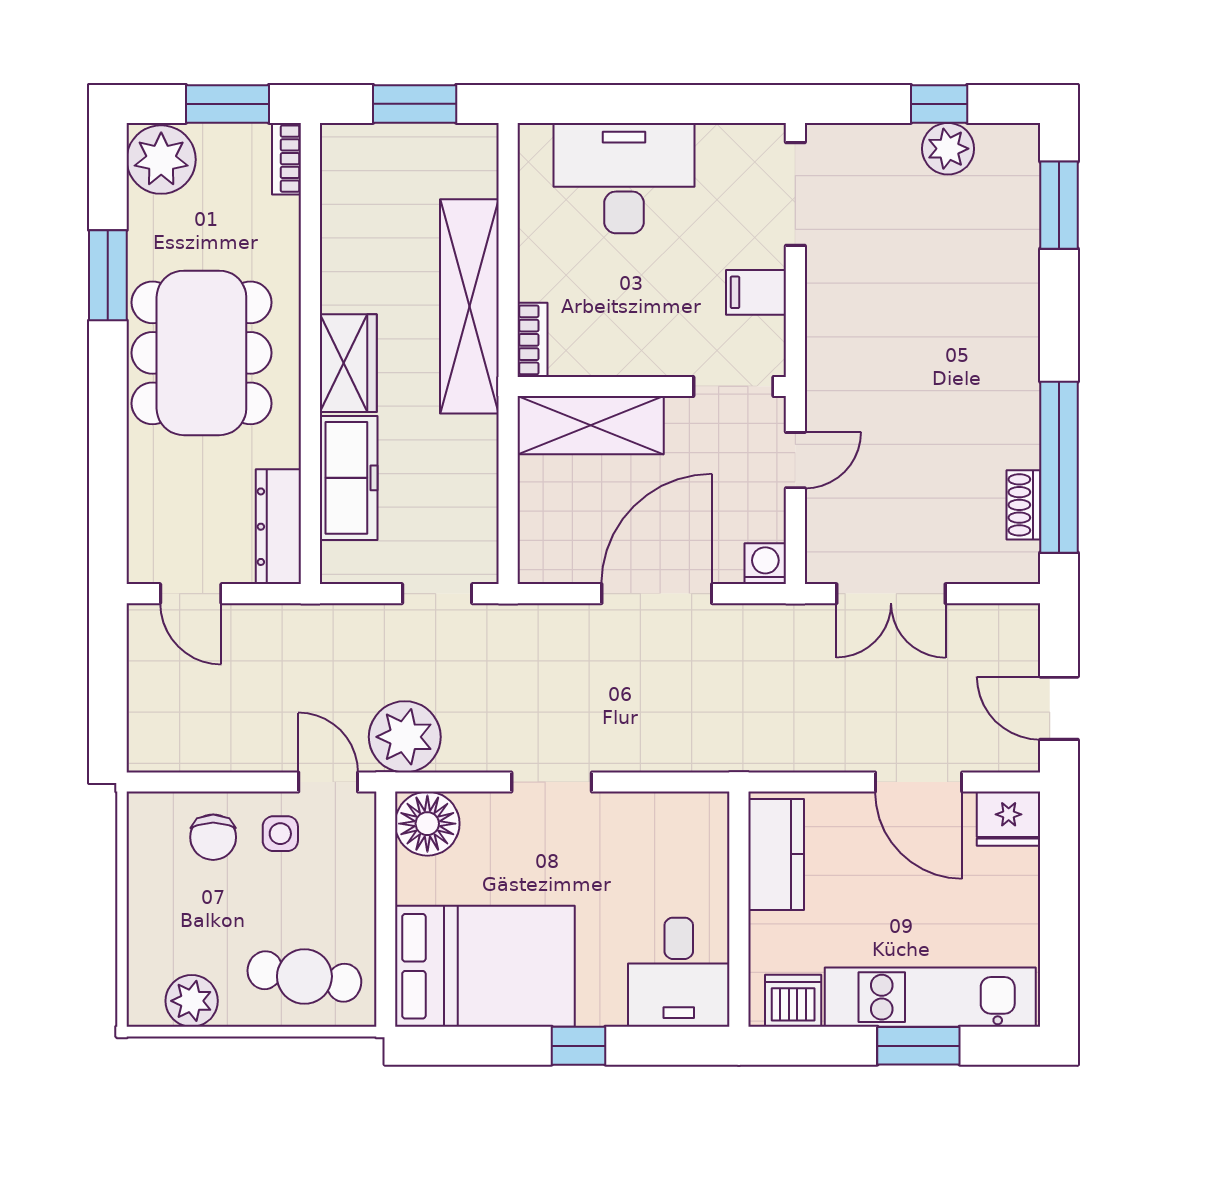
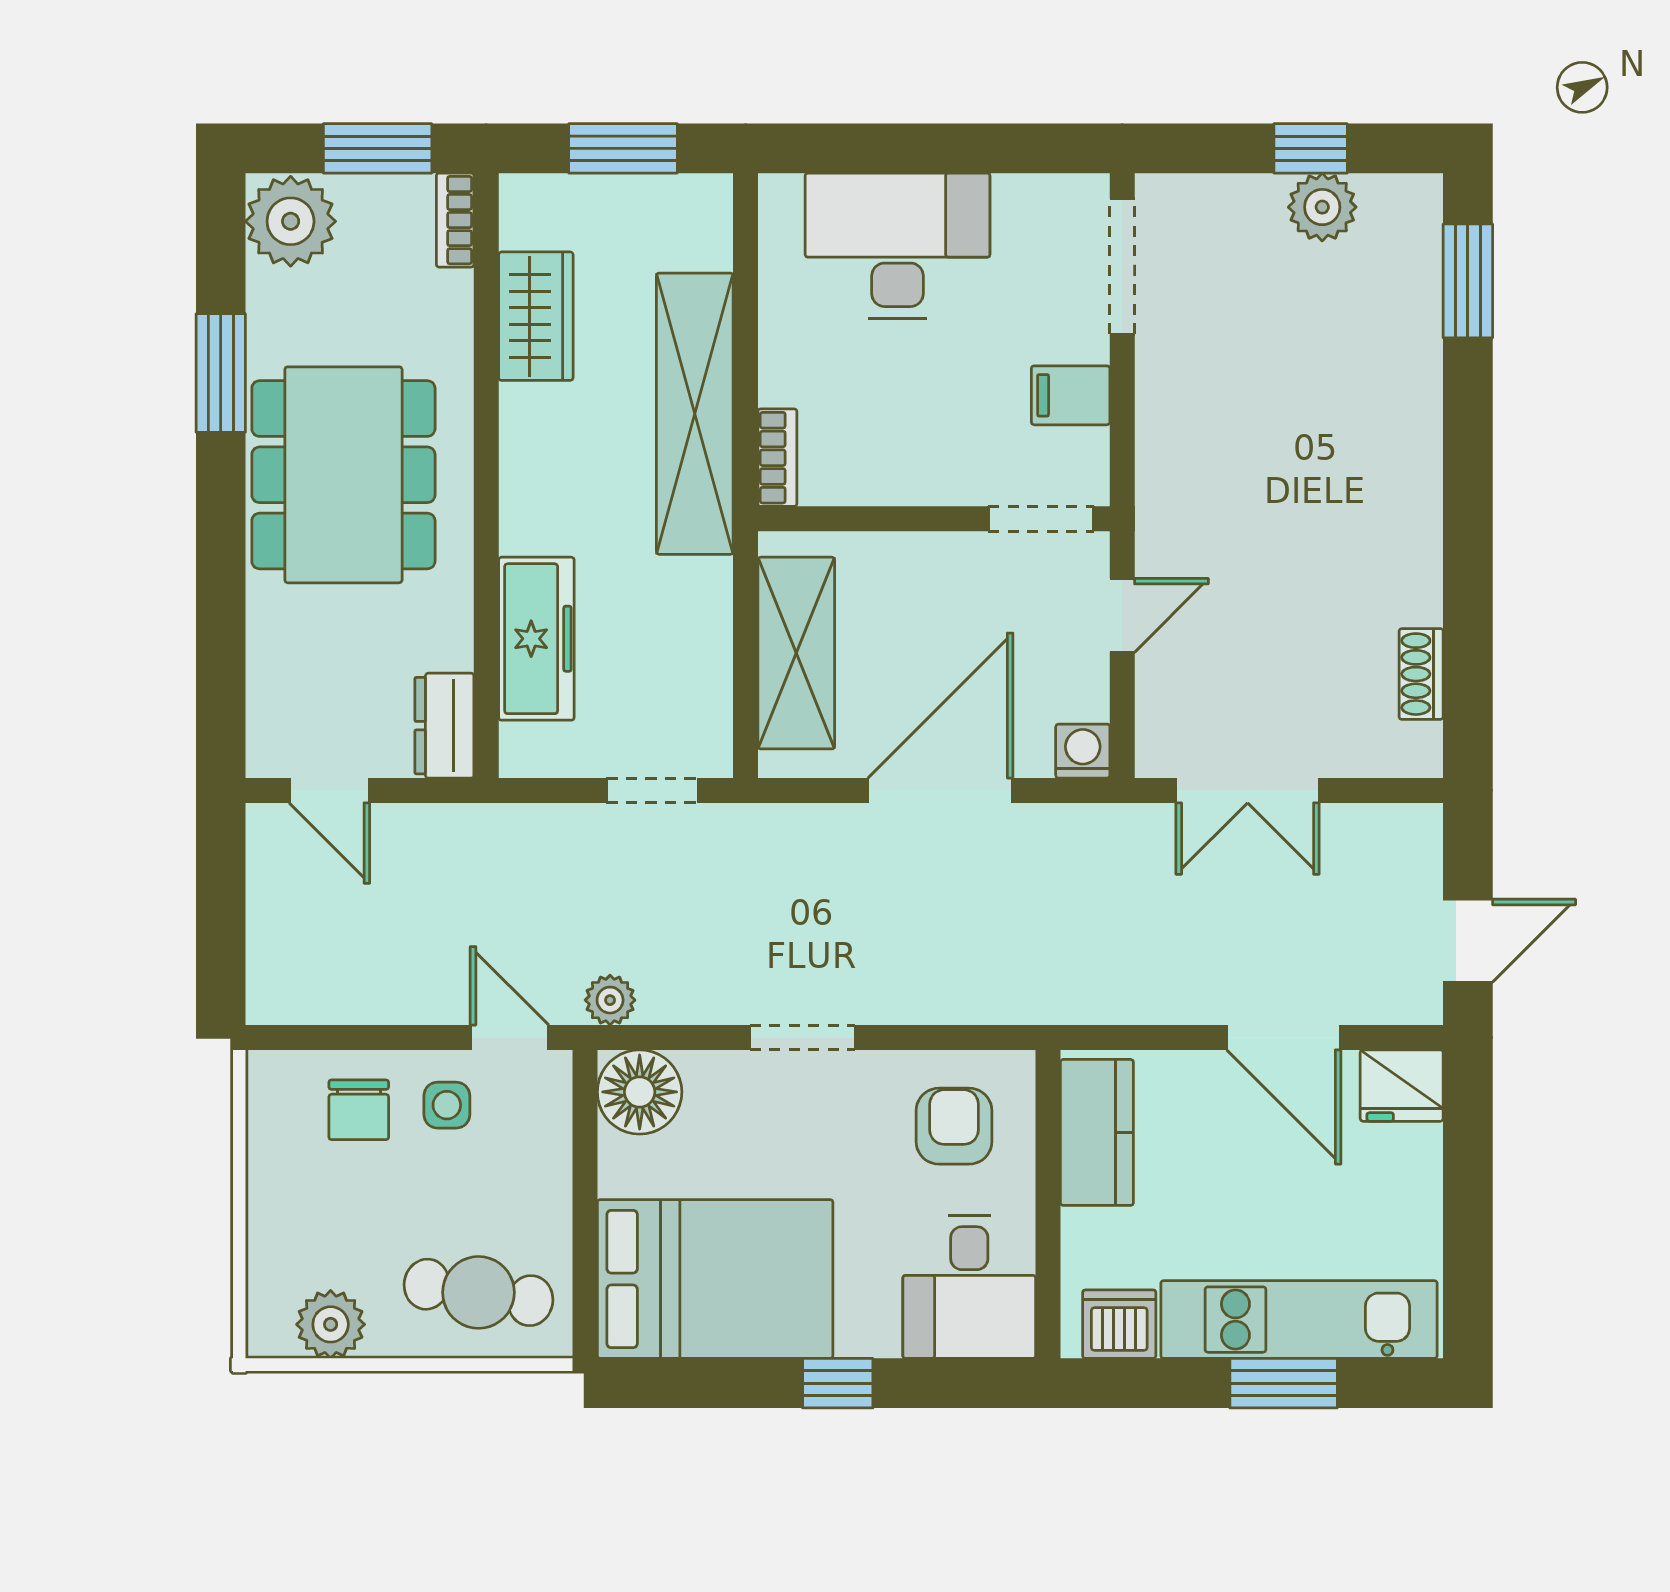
wardrobe: (348, 363) -> (536, 316), moved
shelving: (591, 425) -> (796, 653), moved, turned 90
window: (1059, 467) -> (1468, 625), removed
dresser: (278, 527) -> (444, 726), width x0.70
door: (1059, 708) -> (1468, 941), swing flipped
plant: (405, 737) -> (610, 1000), width x0.53, depth x0.53
armchair: (667, 850) -> (954, 1126), added

